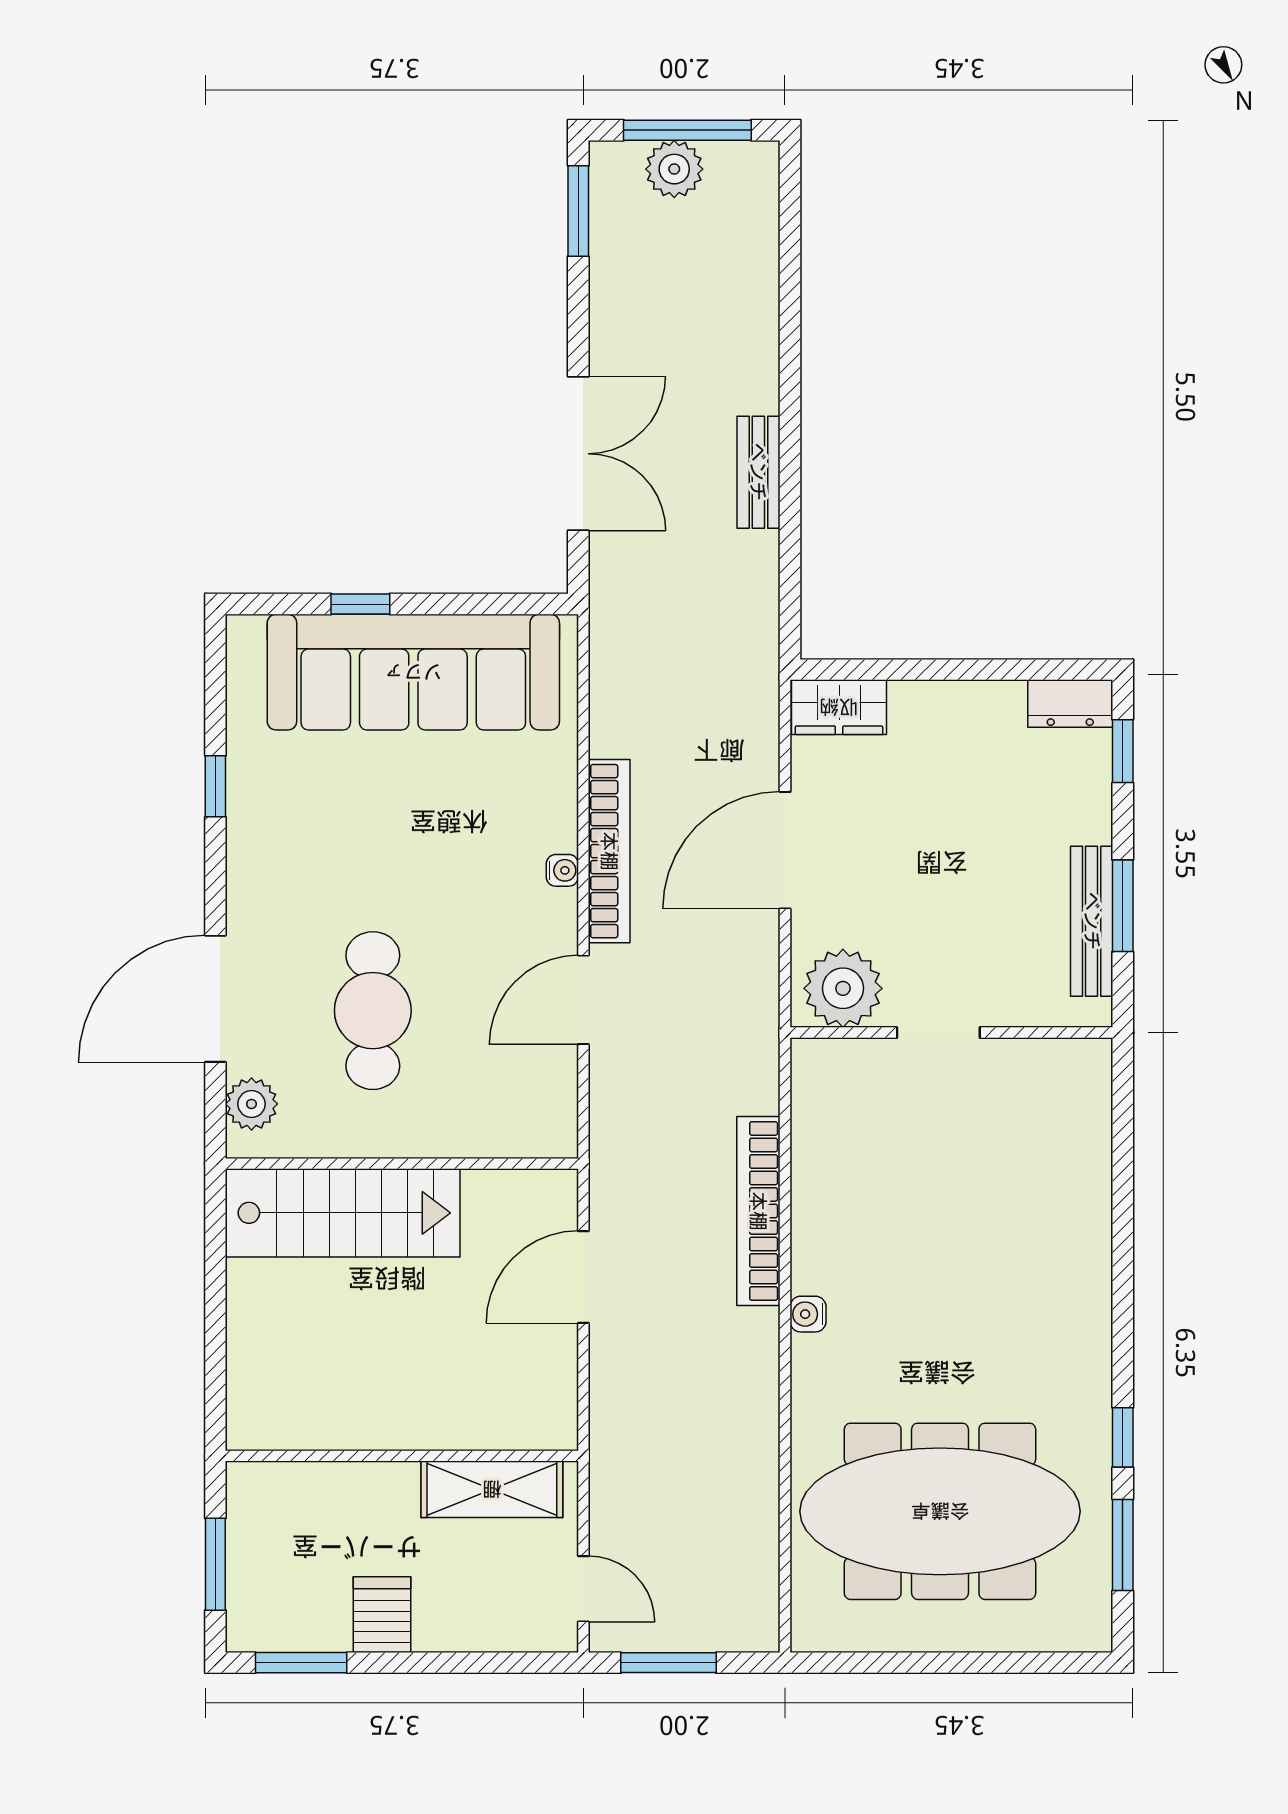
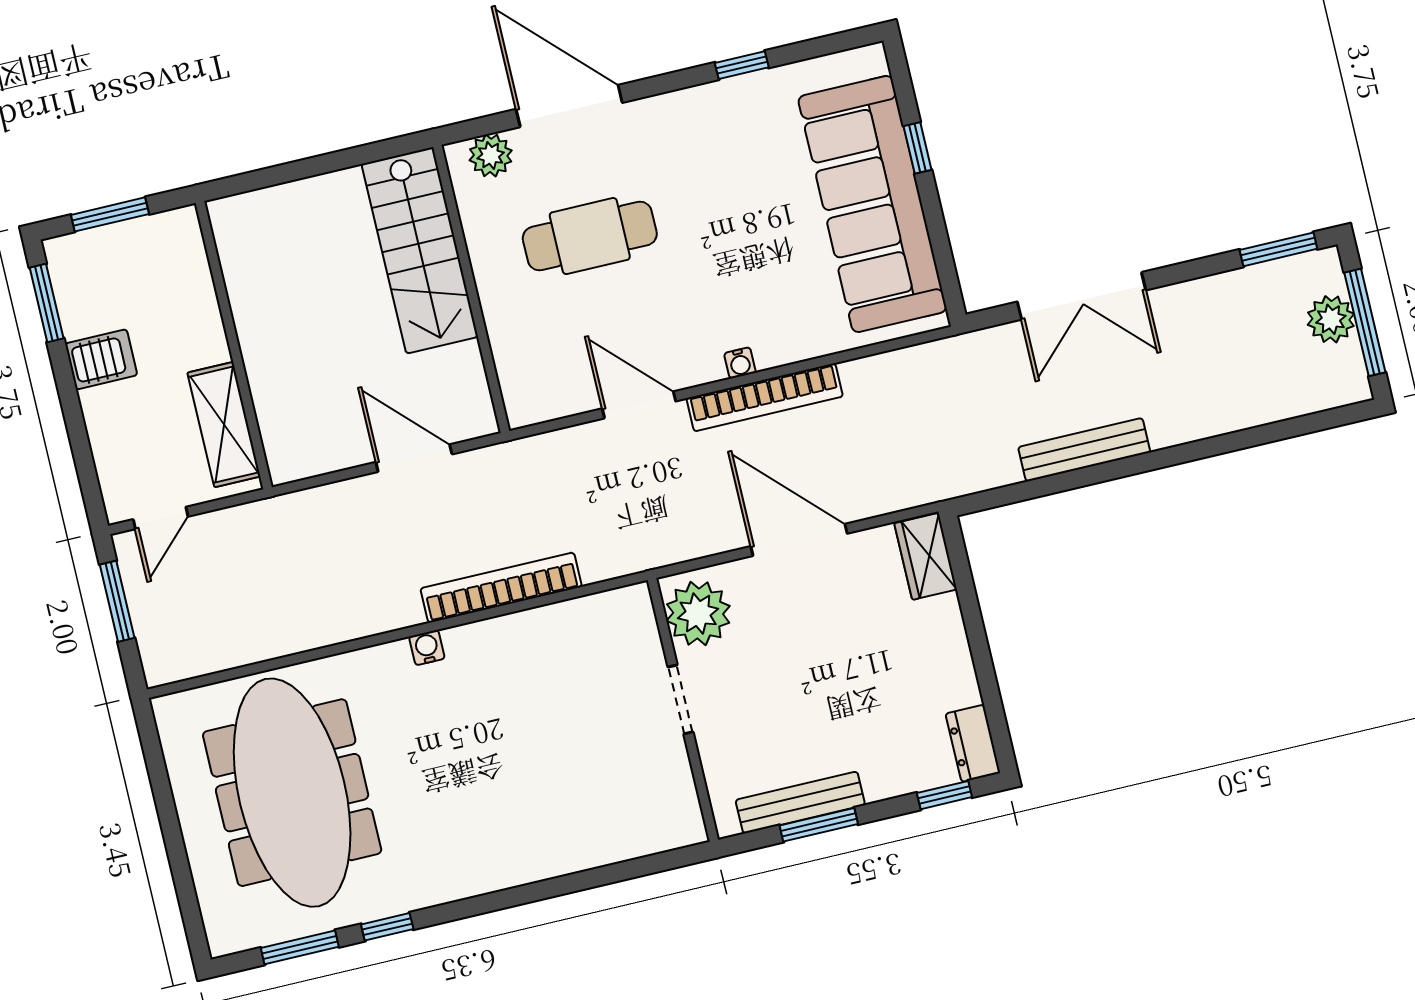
bench: (758, 472) -> (1084, 450), width x1.36

